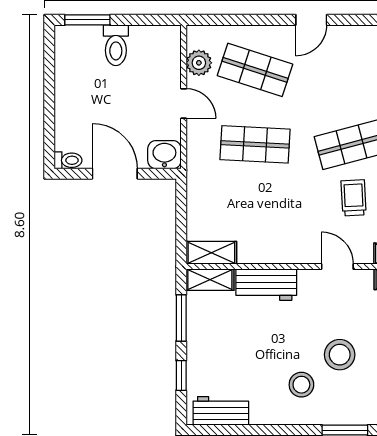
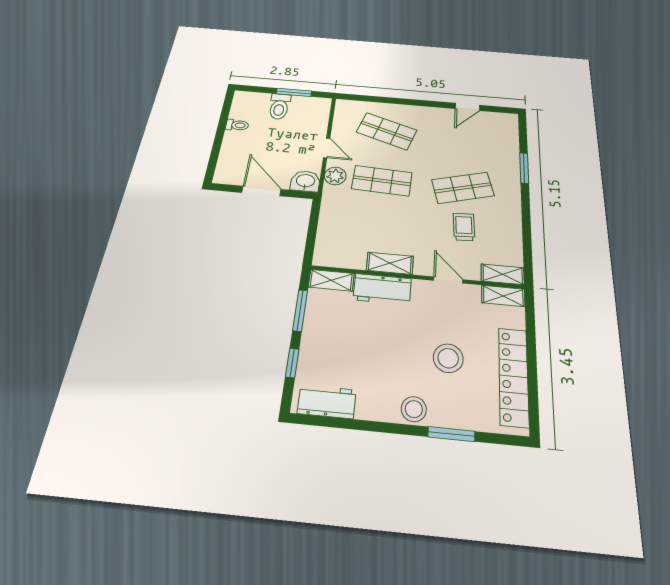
window: (87, 20) -> (294, 92), moved
door: (311, 20) -> (467, 107), moved
plant: (199, 63) -> (335, 176), moved
toilet: (68, 160) -> (237, 125), moved
shelving: (211, 253) -> (390, 263), moved
stool: (301, 385) -> (414, 409), moved

